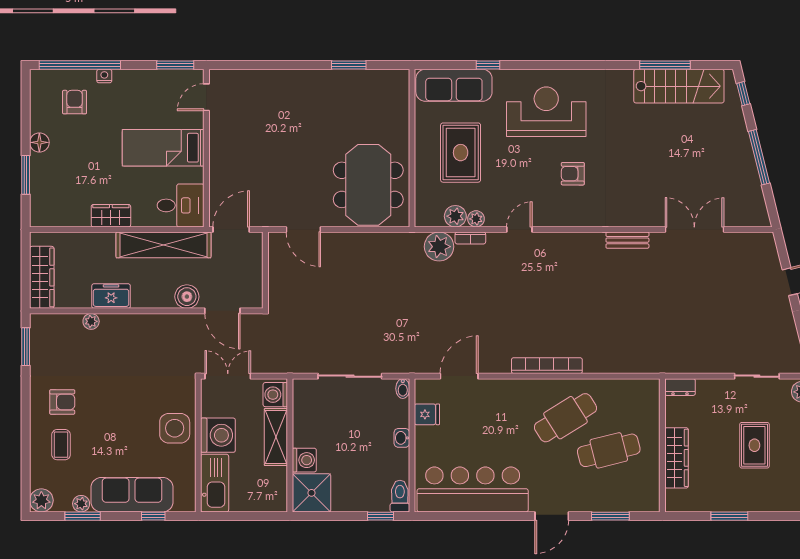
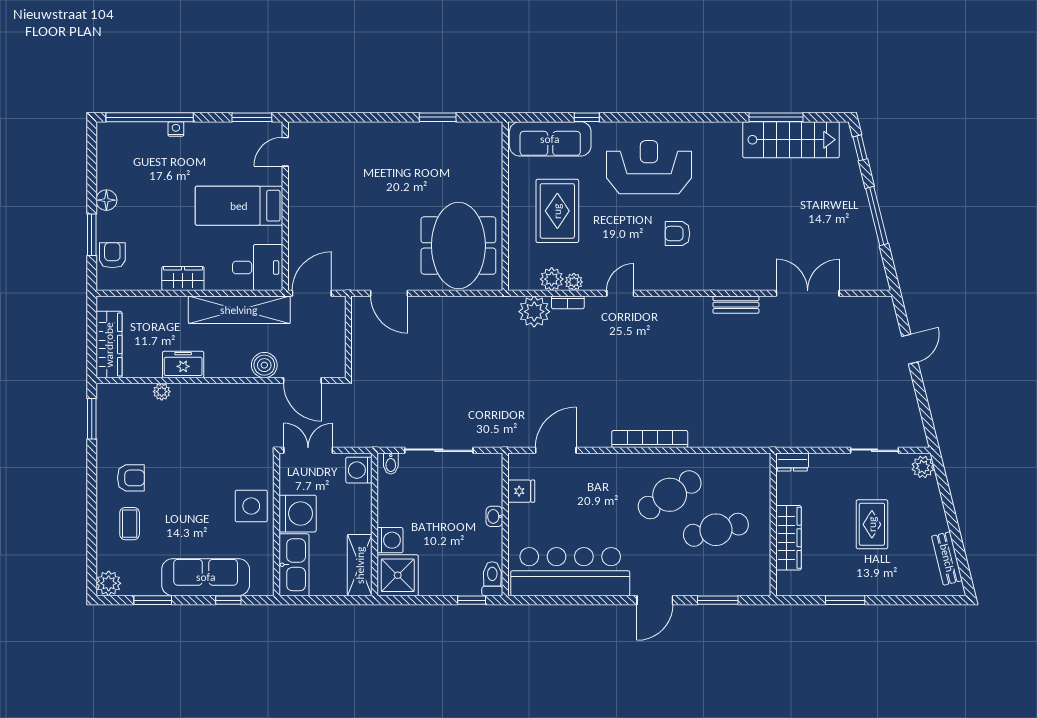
armchair: (75, 102) -> (112, 255), moved
bidet: (403, 389) -> (391, 464), moved
shelving: (276, 437) -> (360, 565), moved
plant: (81, 504) -> (151, 587), removed

